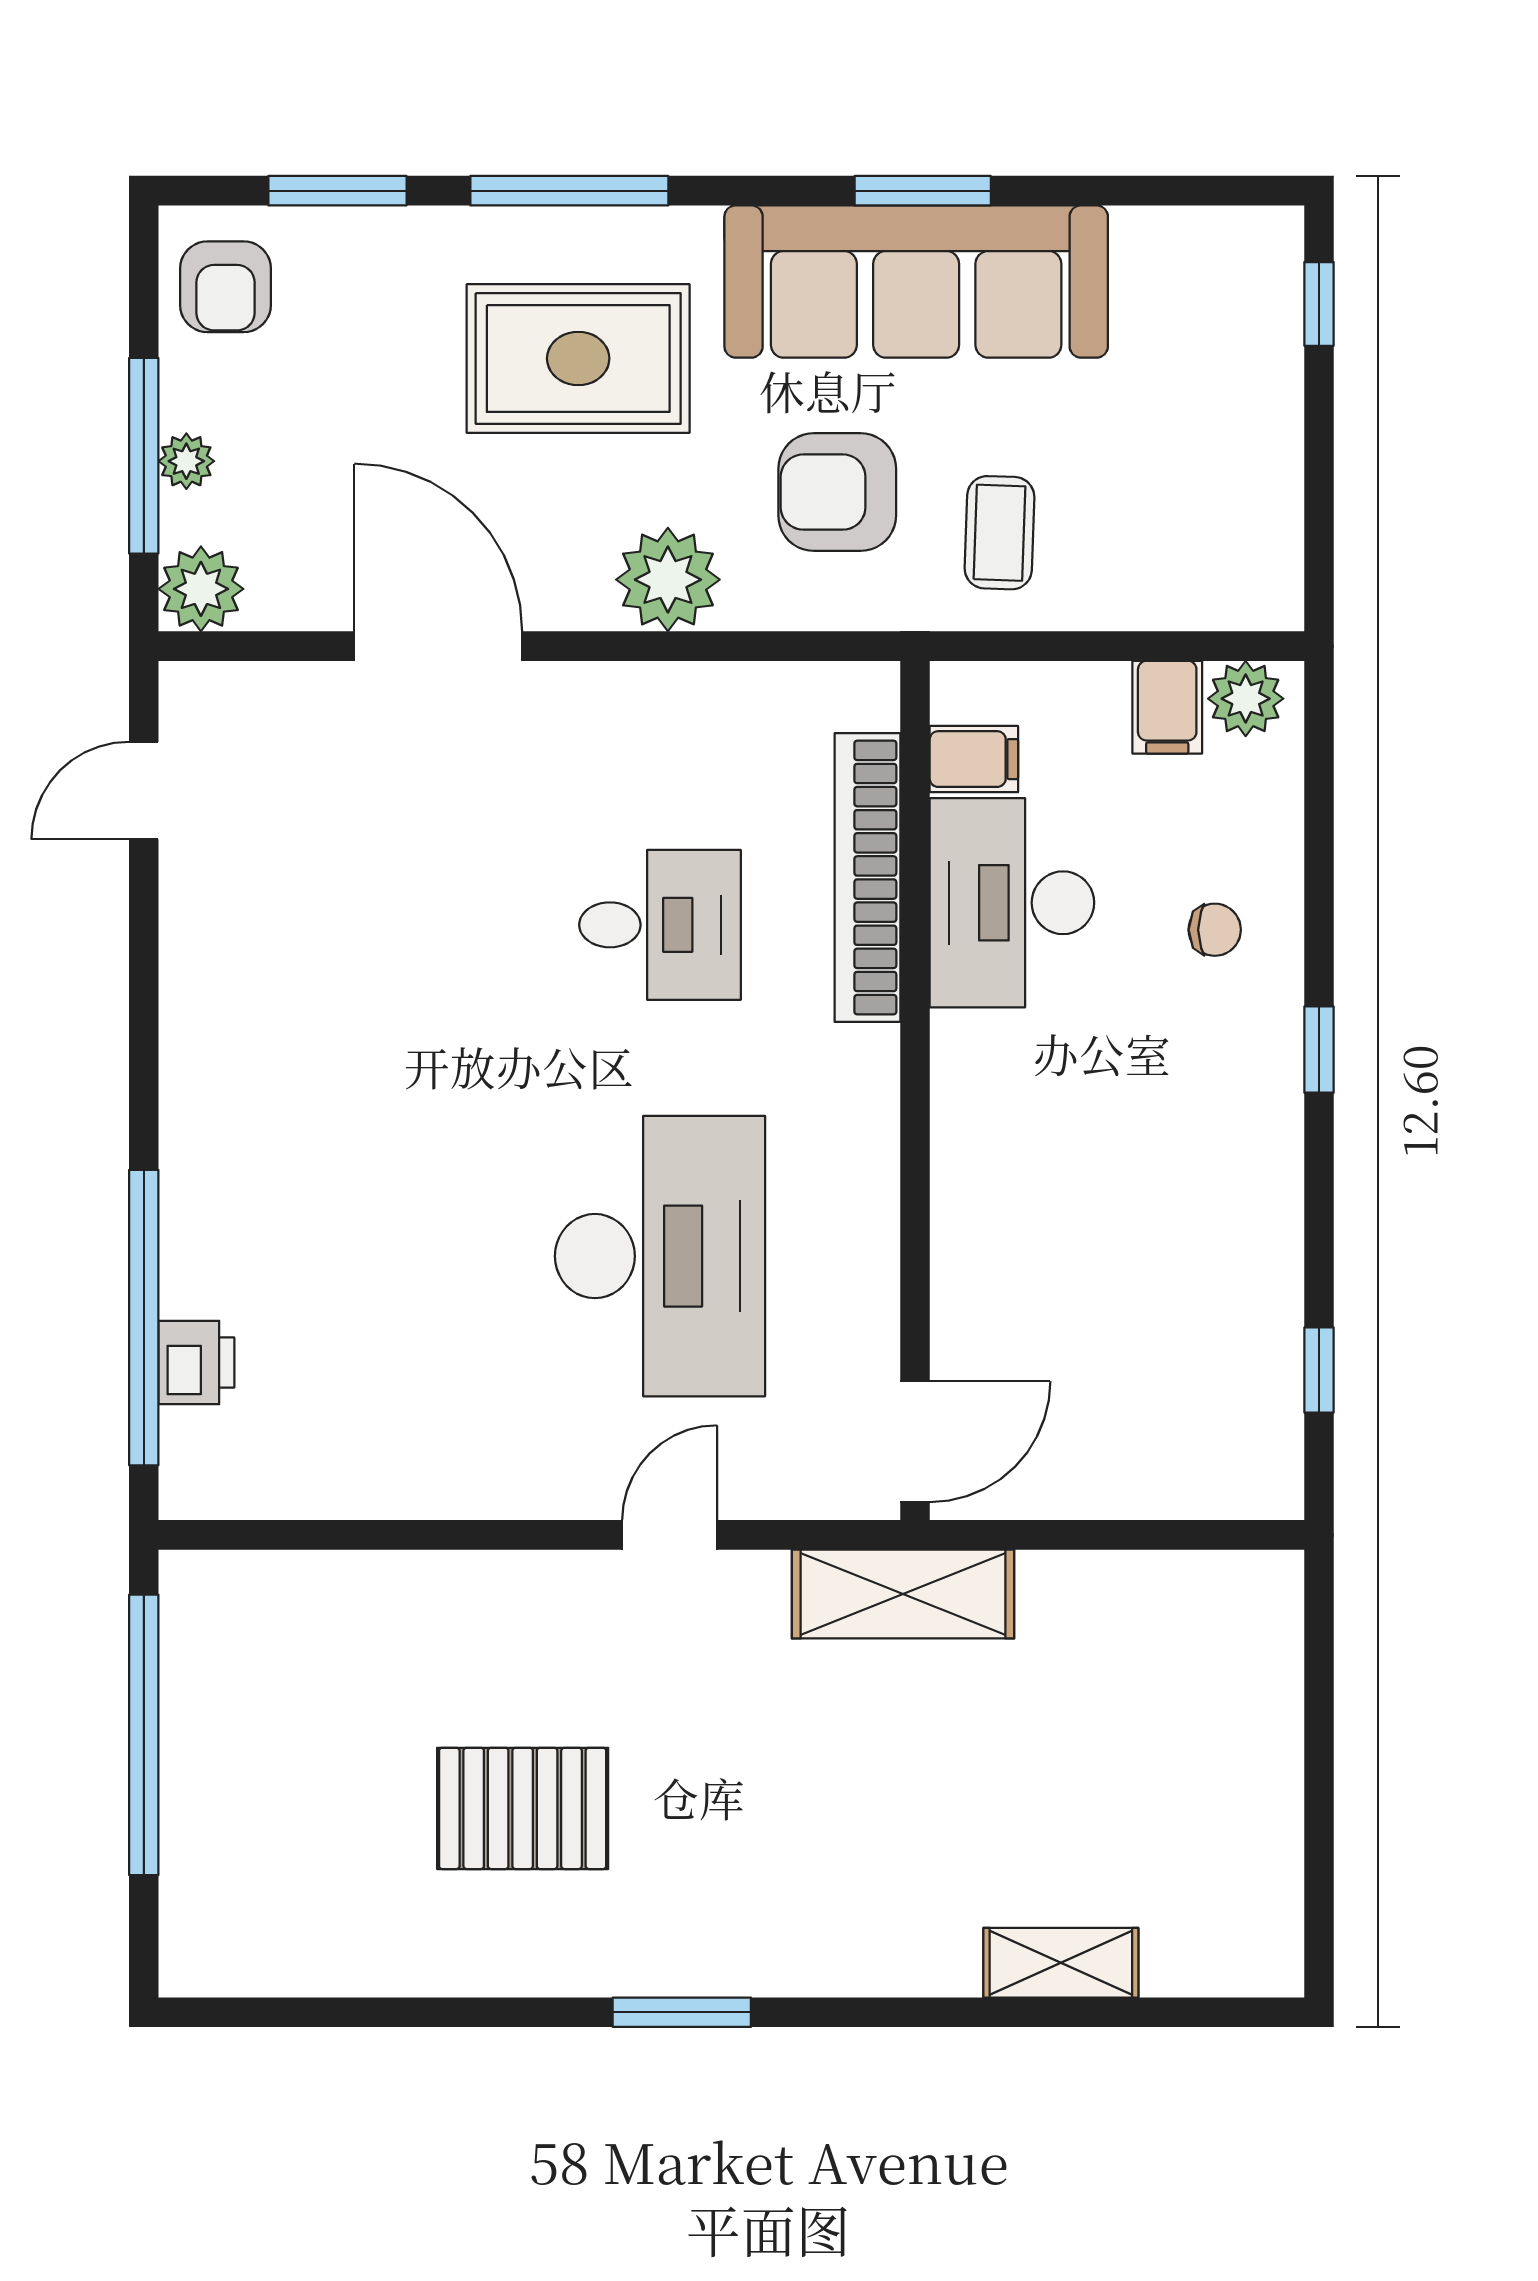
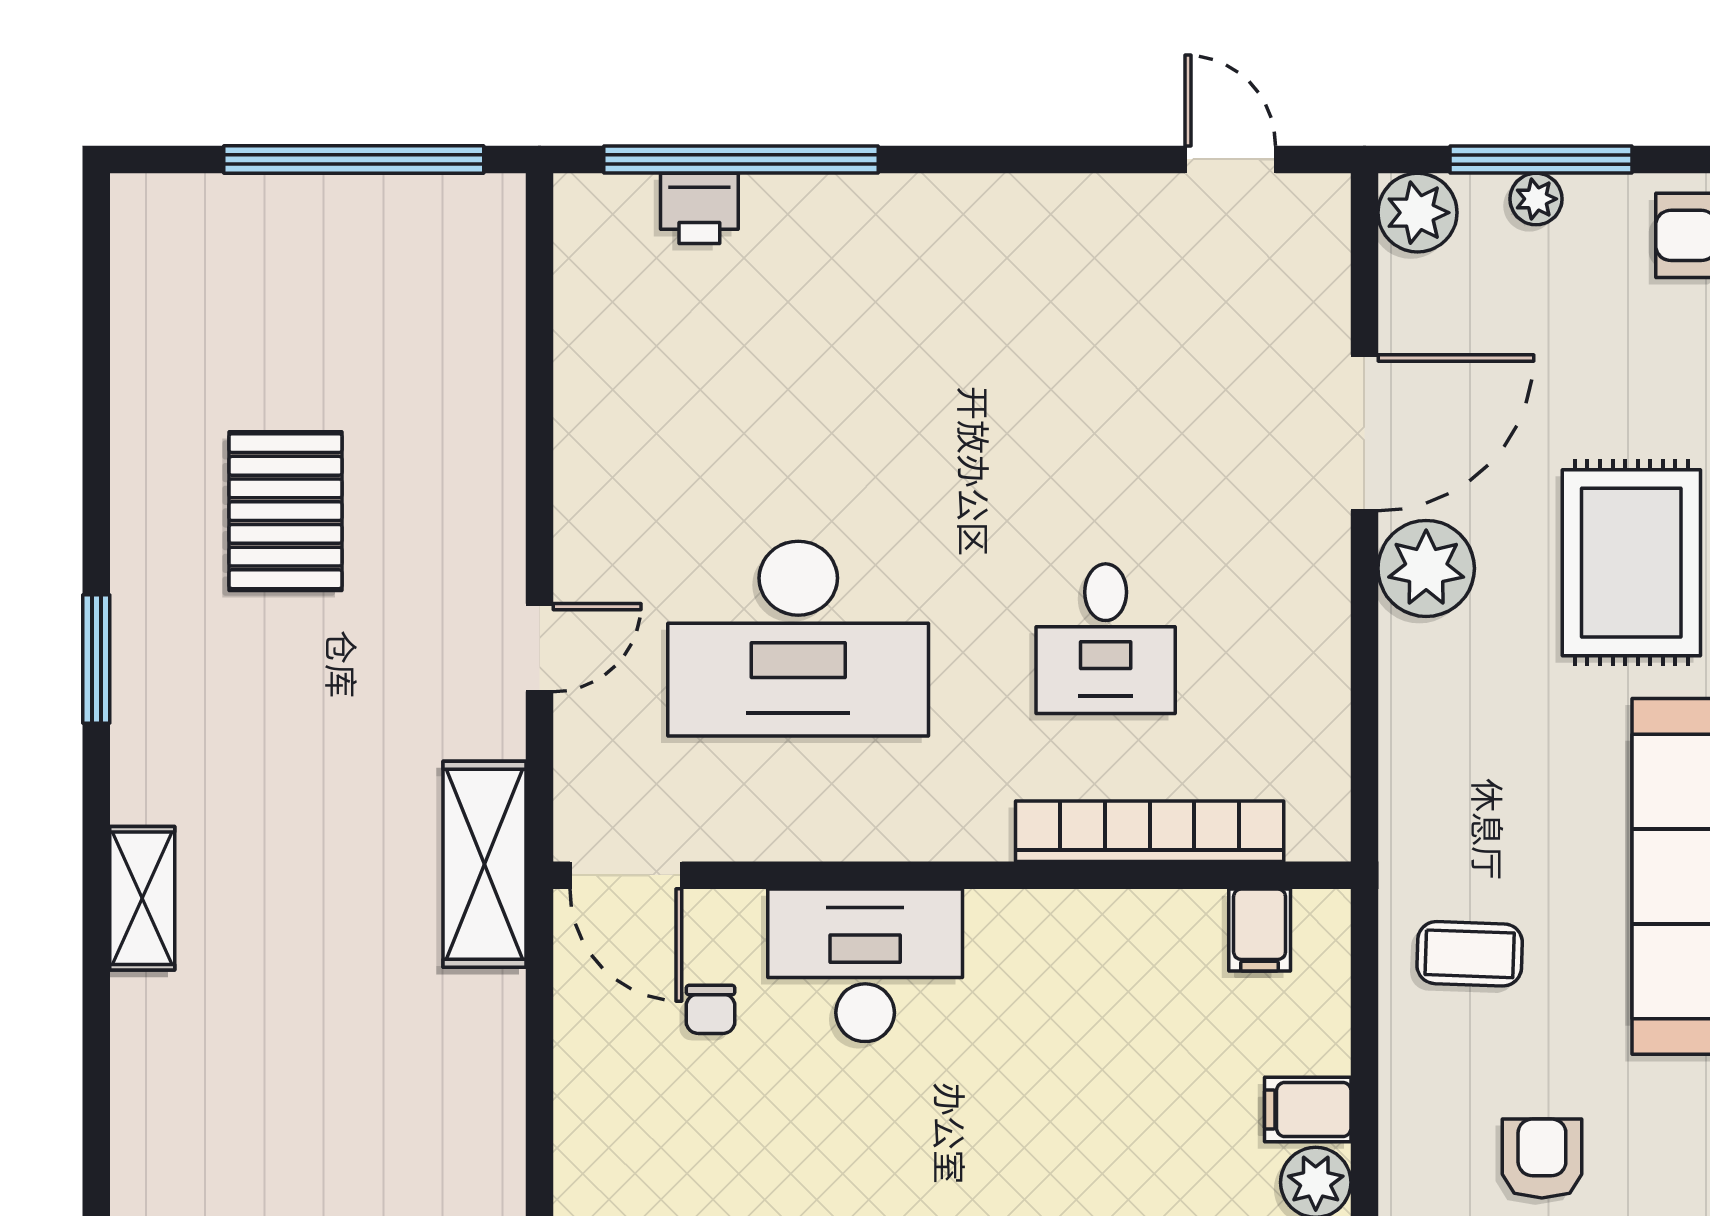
armchair: (837, 492) -> (1542, 1158), moved, width x0.72, depth x0.72
plant: (668, 580) -> (1426, 568), moved
desk: (1012, 903) -> (865, 965), moved
chair: (1215, 930) -> (711, 1009), moved
door: (670, 1535) -> (539, 648), hinge flipped
shelving: (1061, 1963) -> (142, 898), moved

